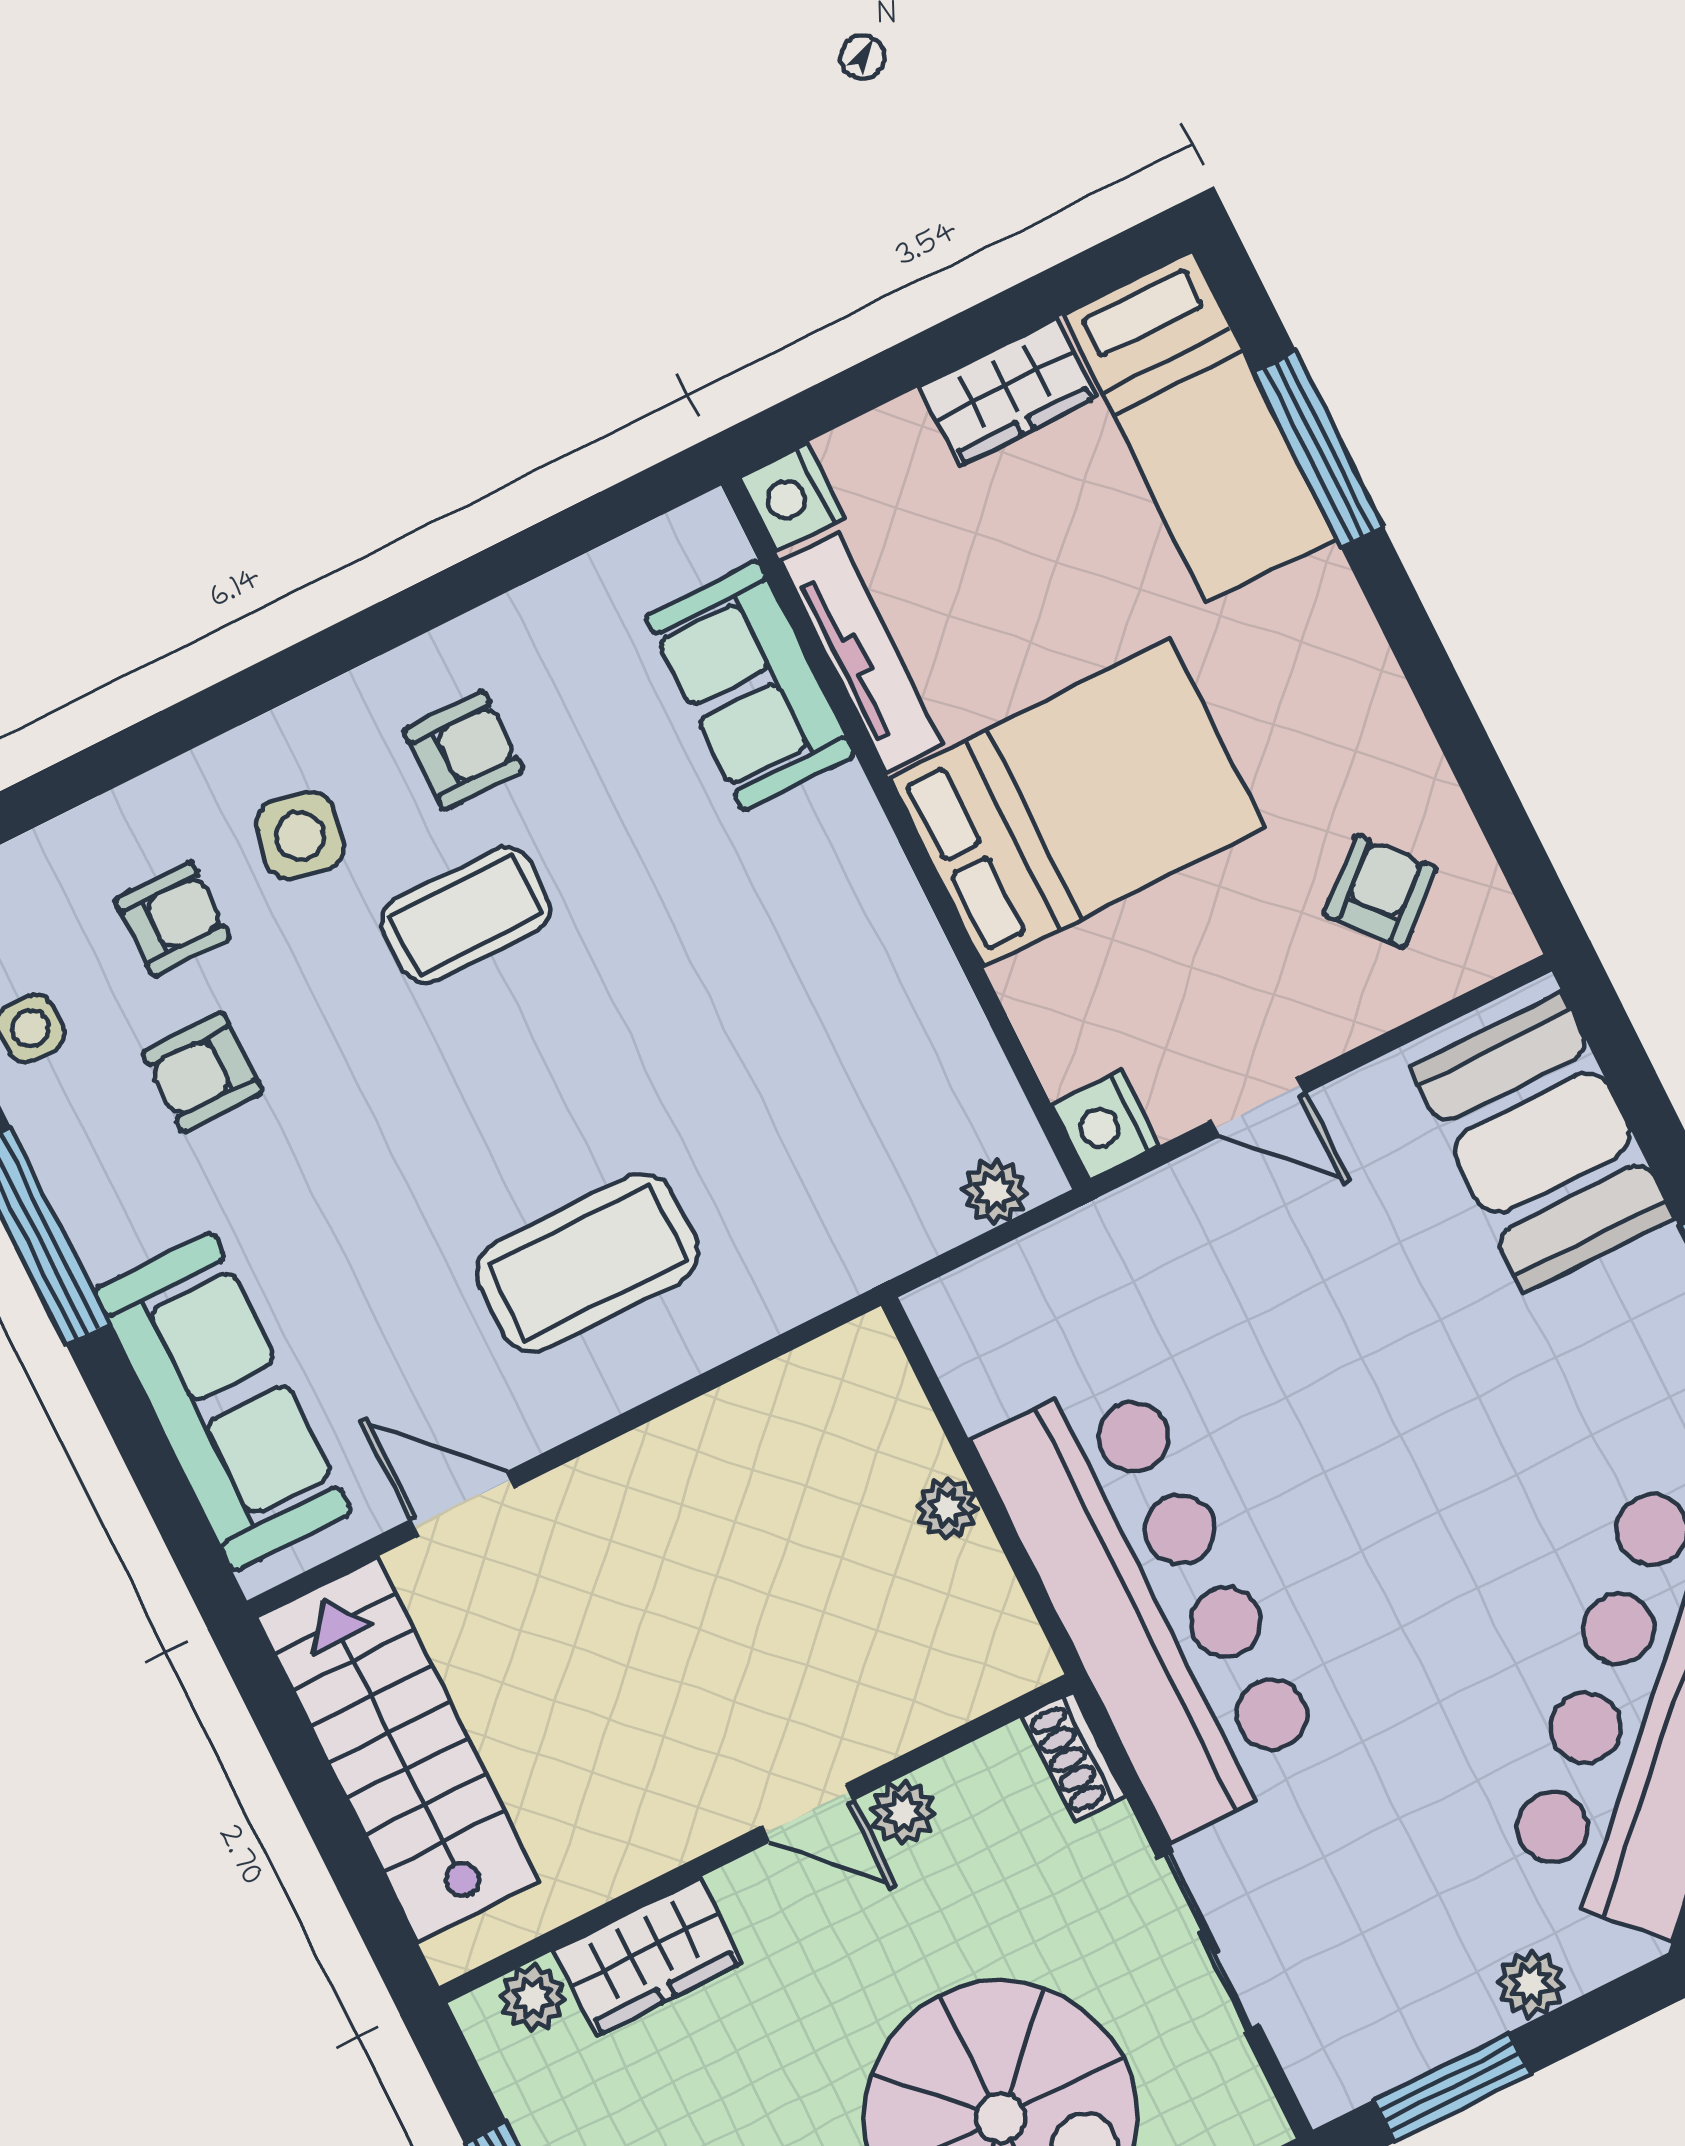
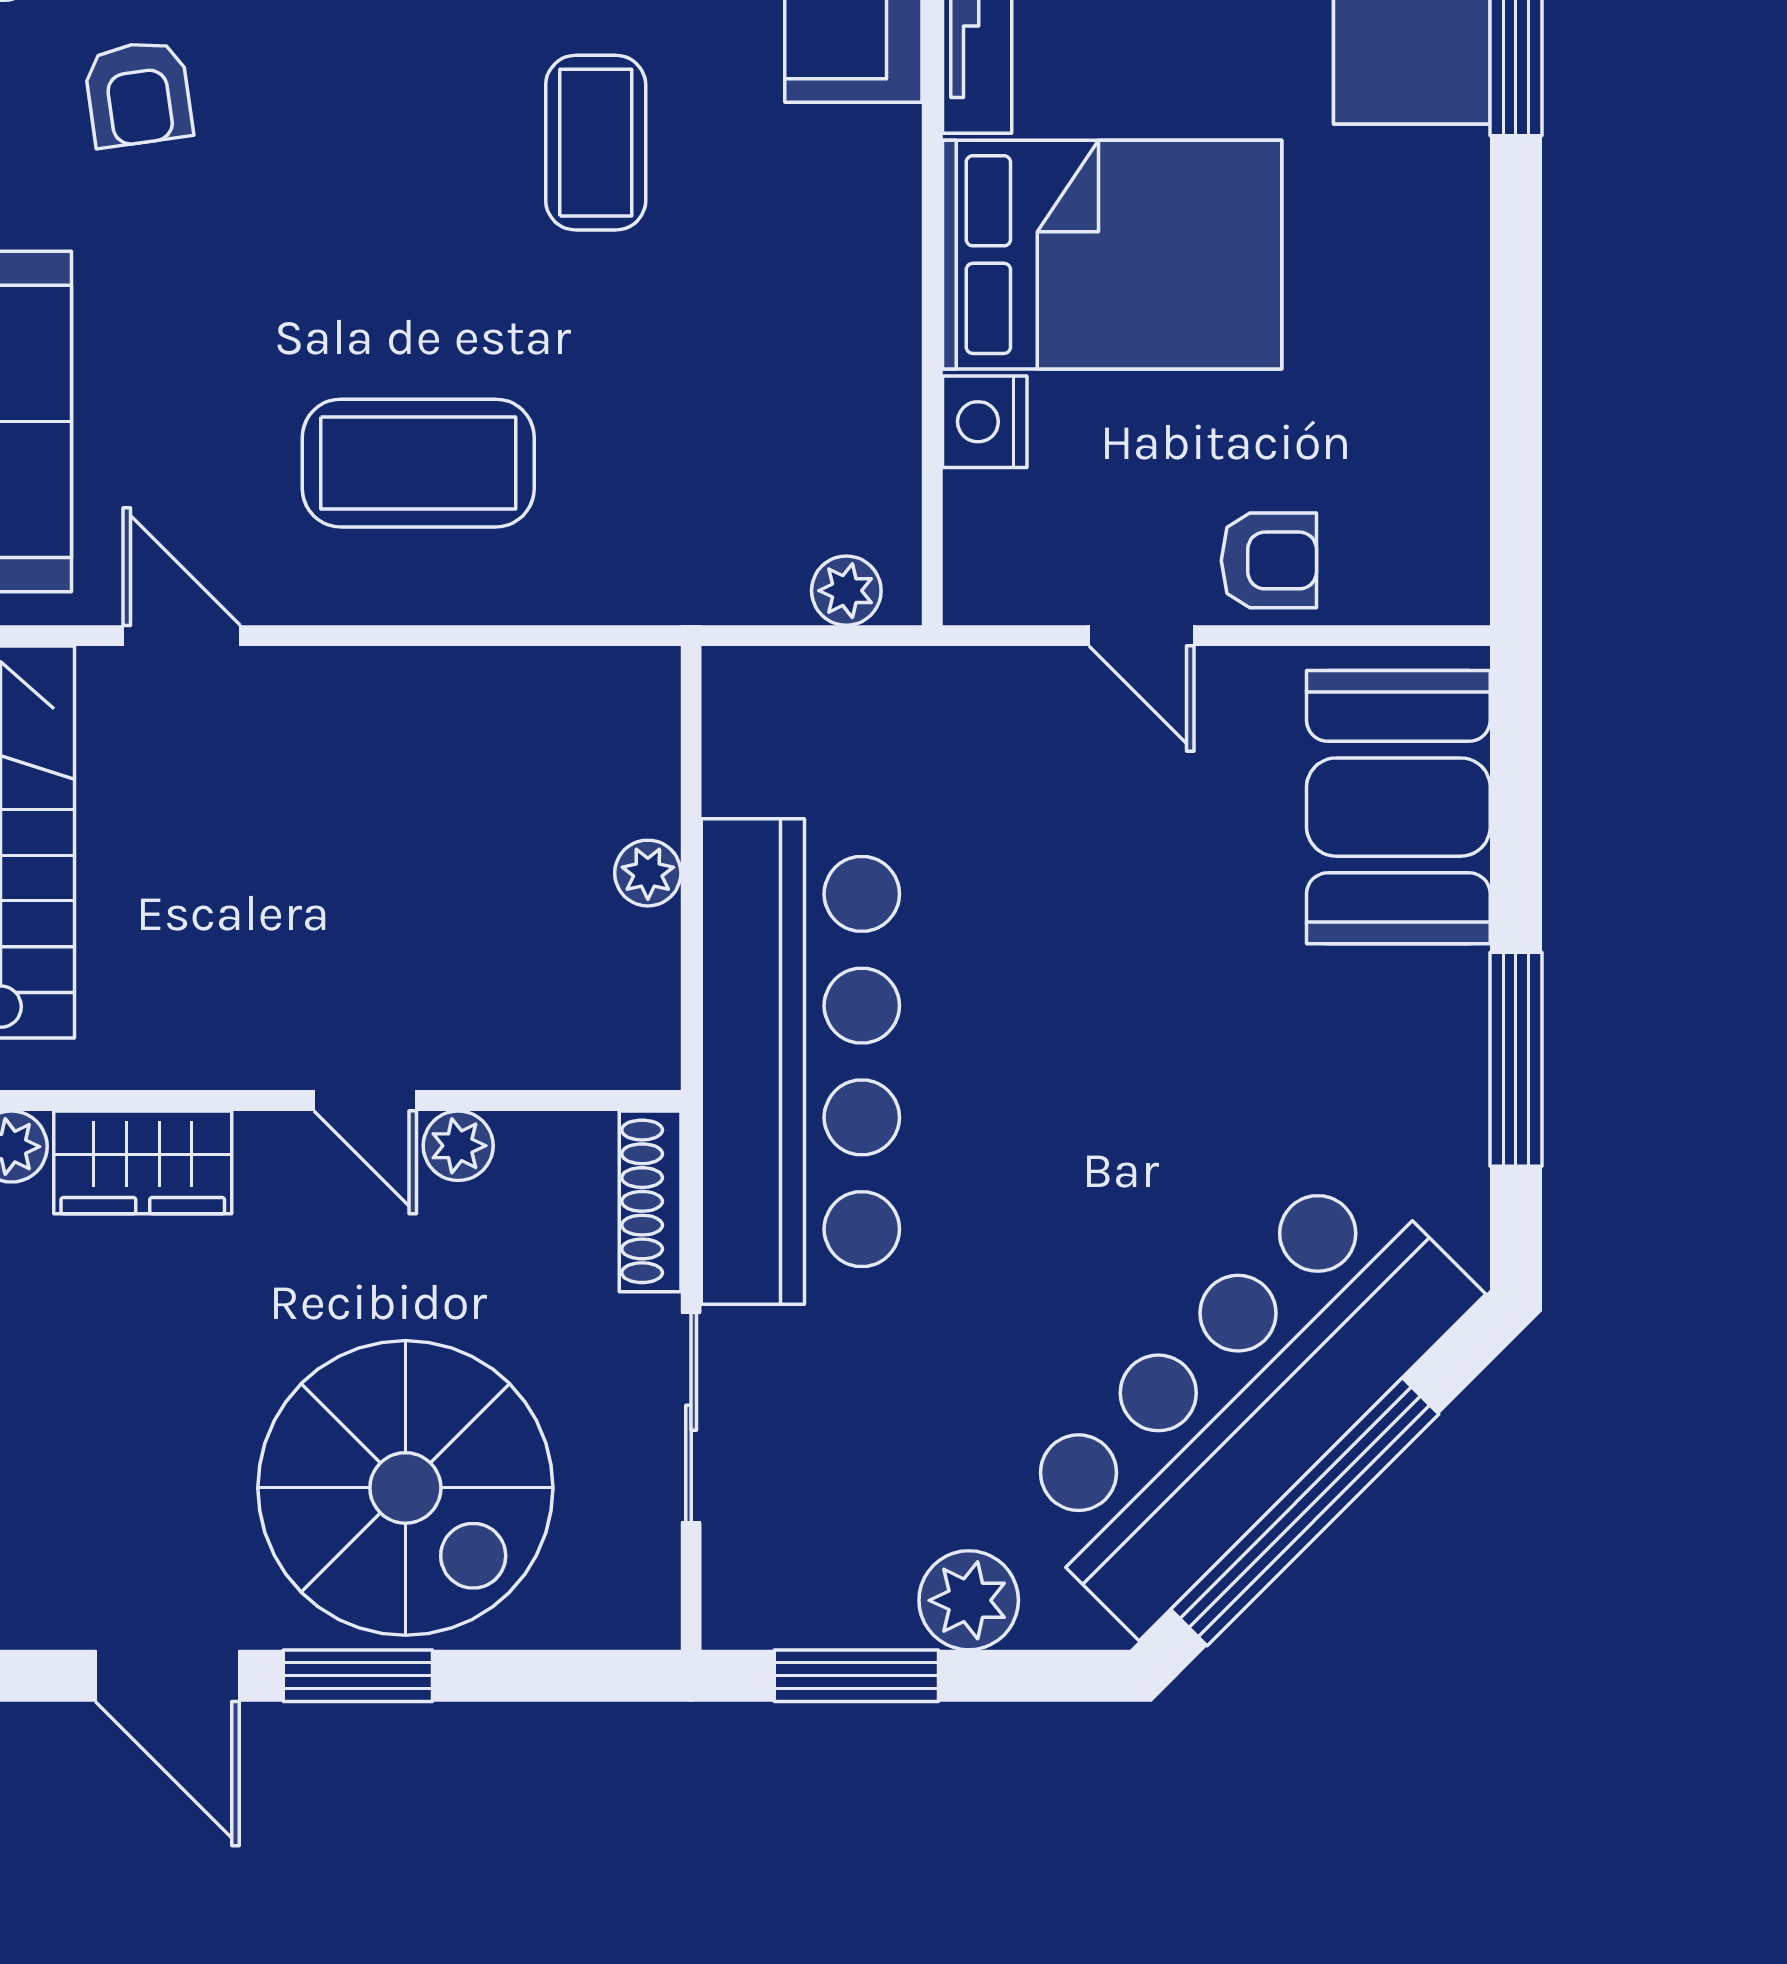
armchair: (1380, 891) -> (1269, 560), moved, turned 41
coffee table: (466, 915) -> (596, 143), moved, turned 90
armchair: (203, 1072) -> (138, 93), turned -98
nightstand: (1105, 1125) -> (985, 422), moved
shoe rack: (1074, 1757) -> (650, 1201), width x1.43
plant: (1531, 1984) -> (969, 1600), width x1.38, depth x1.38

